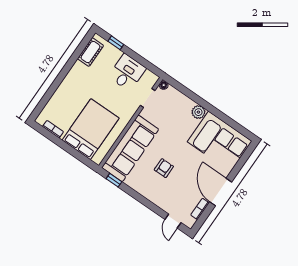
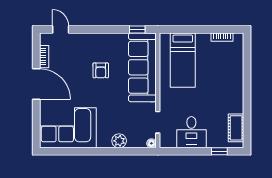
plant: (198, 112) -> (119, 141), moved
bed: (91, 129) -> (183, 60), width x0.67

